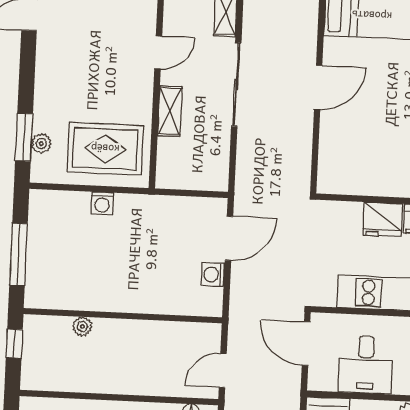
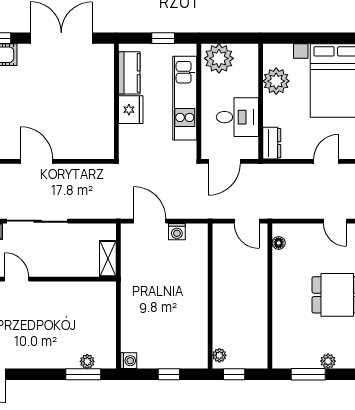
shelving: (170, 111) -> (108, 259), moved, turned 90
rug: (105, 149) -> (89, 315), removed
washing machine: (102, 203) -> (129, 361), moved
window: (18, 254) -> (169, 374), width x0.46
plant: (82, 326) -> (219, 355), moved

